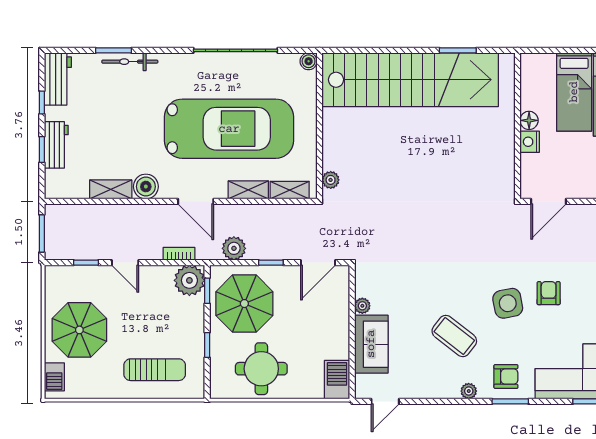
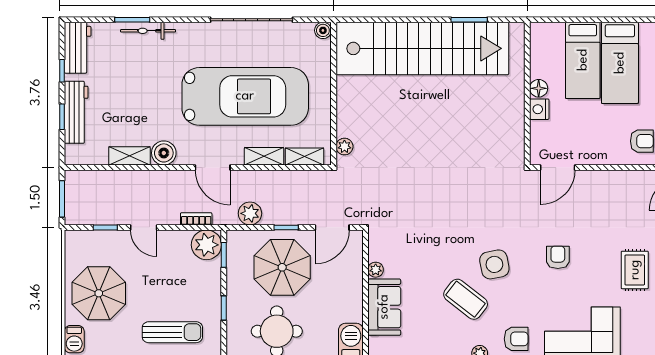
workbench: (56, 145) -> (76, 112), width x1.38
side table: (508, 303) -> (494, 264), moved
parasol: (244, 304) -> (282, 267), moved

